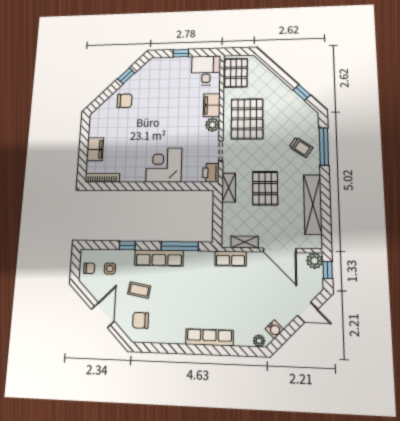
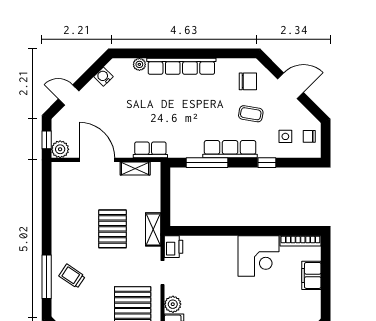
corner desk: (164, 165) -> (258, 256), moved
shelving: (313, 204) -> (60, 211), removed
door: (103, 315) -> (290, 86), swing flipped
row of seats: (209, 337) -> (181, 66), width x1.36
plant: (259, 341) -> (139, 64), moved

